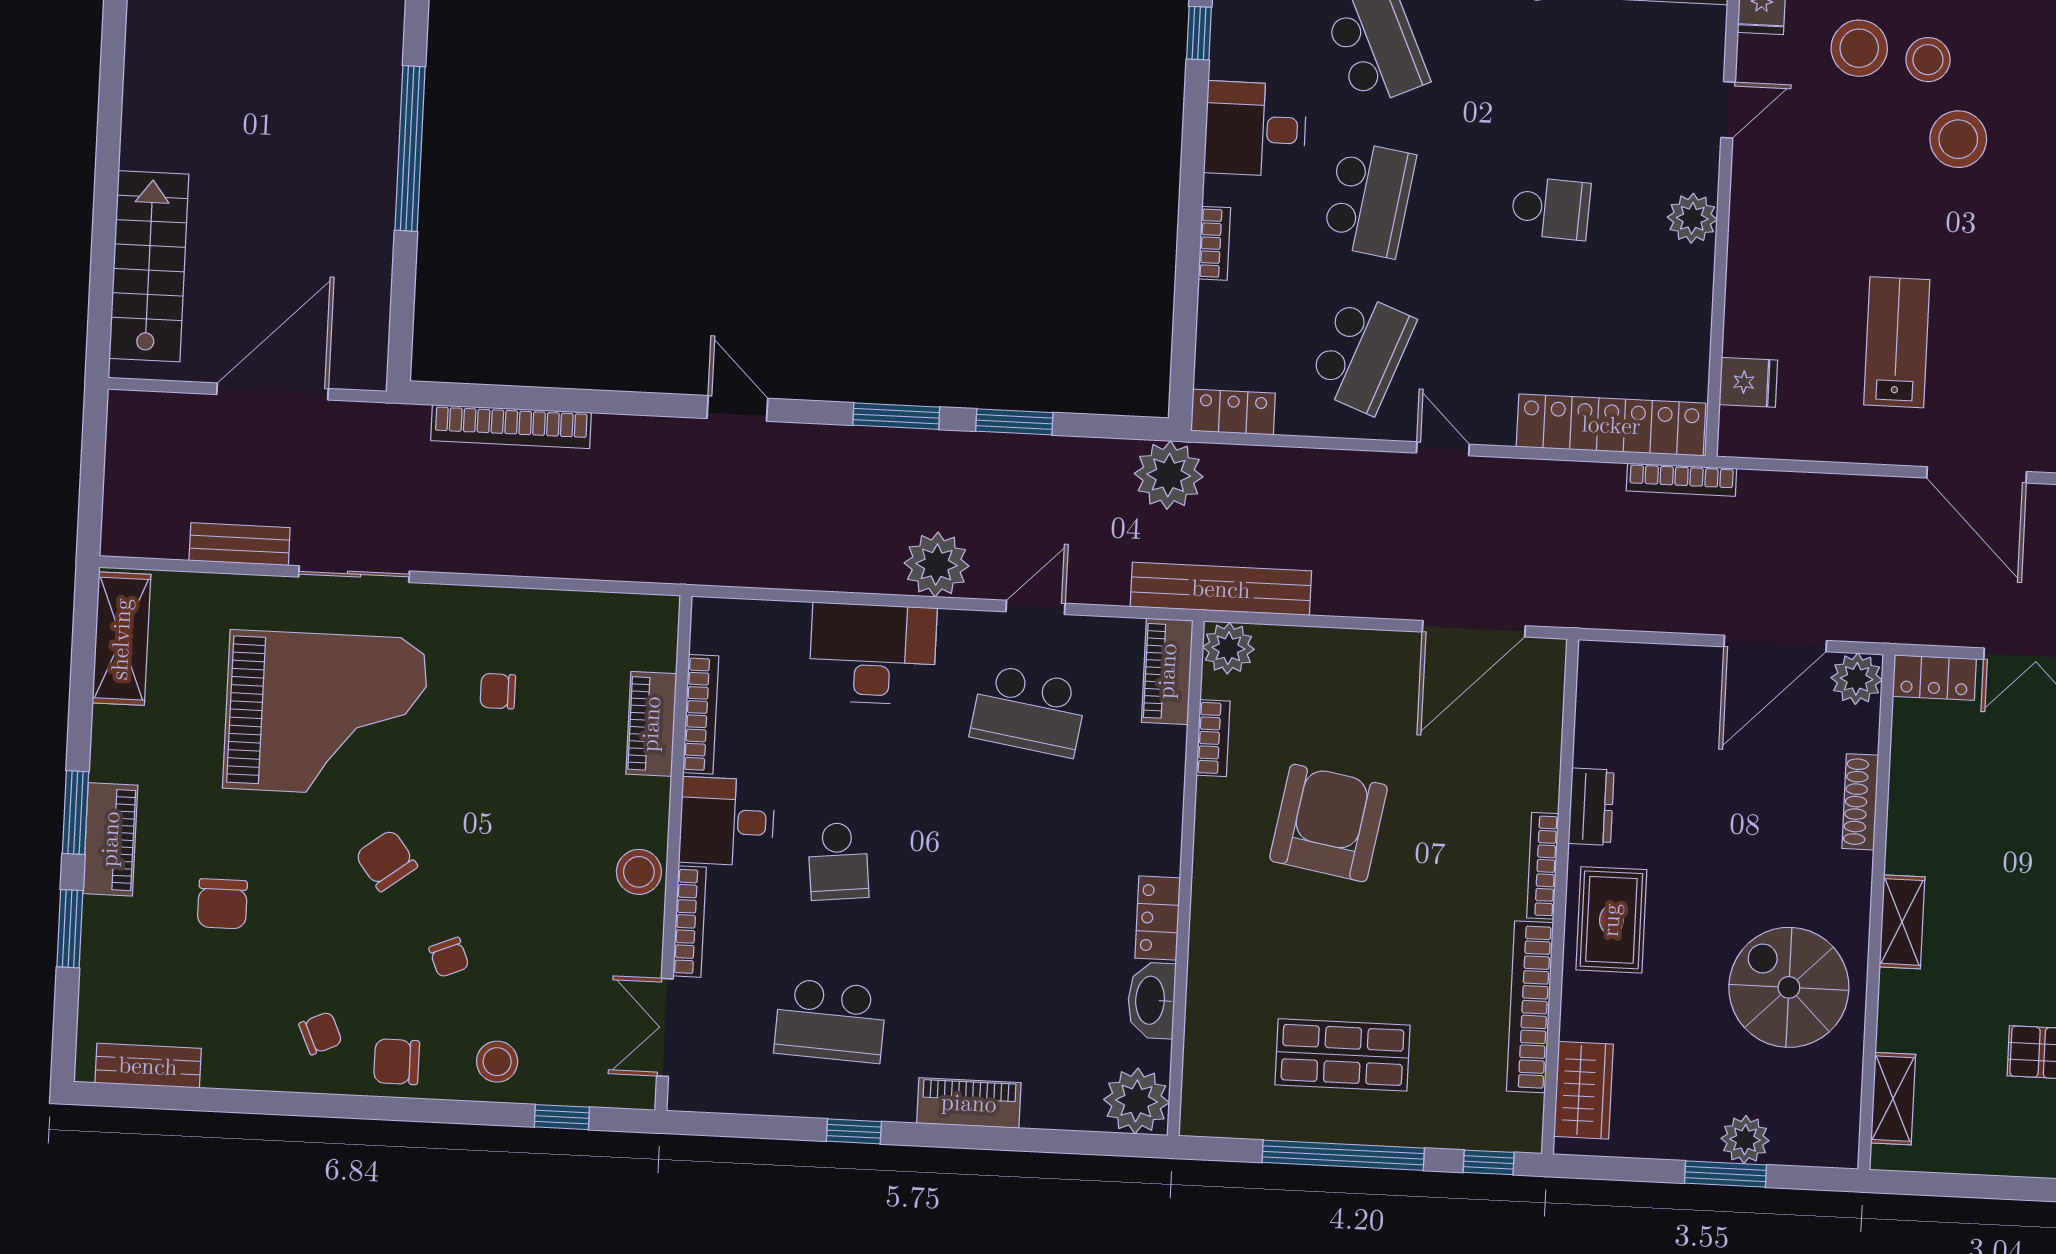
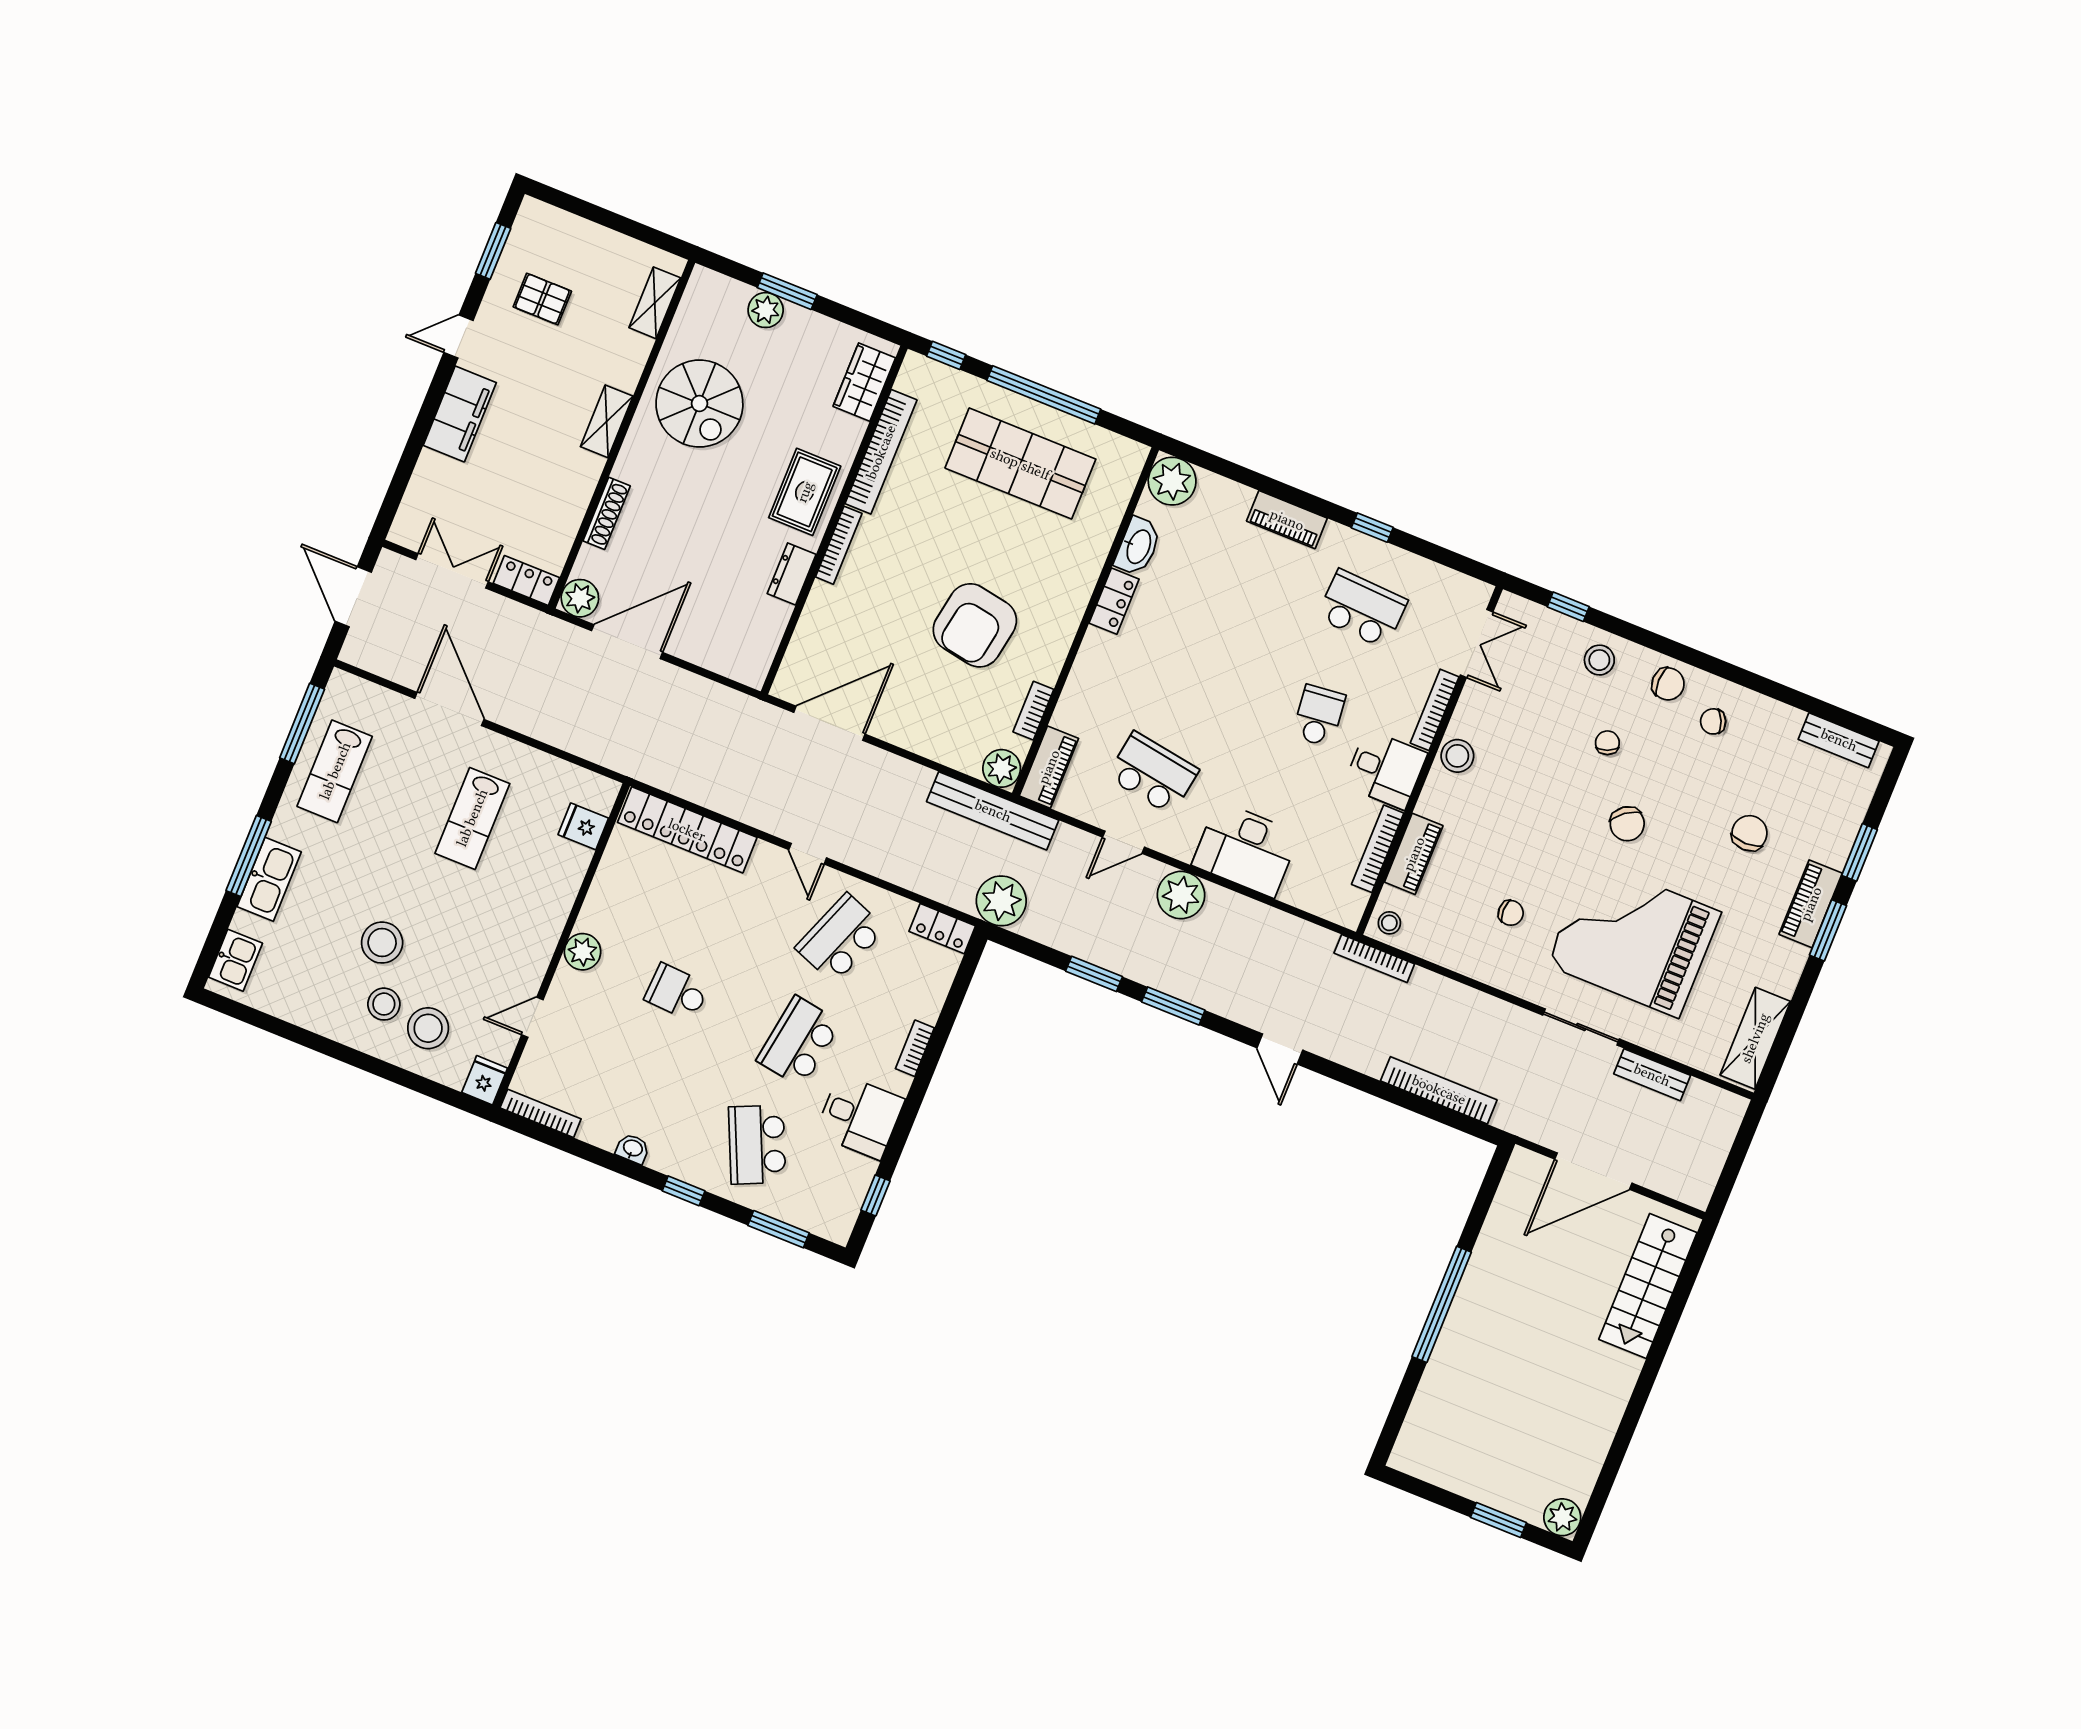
bookcase: (1681, 480) -> (1374, 959), moved, turned 180
stool: (652, 623) -> (1389, 923), added
shop shelf: (1342, 1055) -> (1020, 464), width x1.43, depth x1.36

